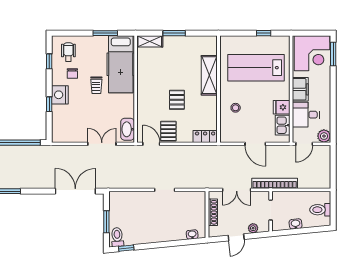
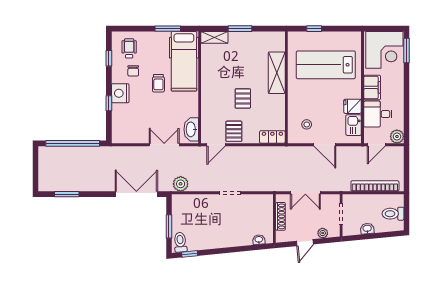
window: (264, 33) -> (314, 29), moved
stool: (236, 108) -> (307, 124), moved
door: (151, 144) -> (216, 145), swing flipped
plant: (117, 181) -> (181, 184), added
bookcase: (275, 183) -> (375, 186), moved

